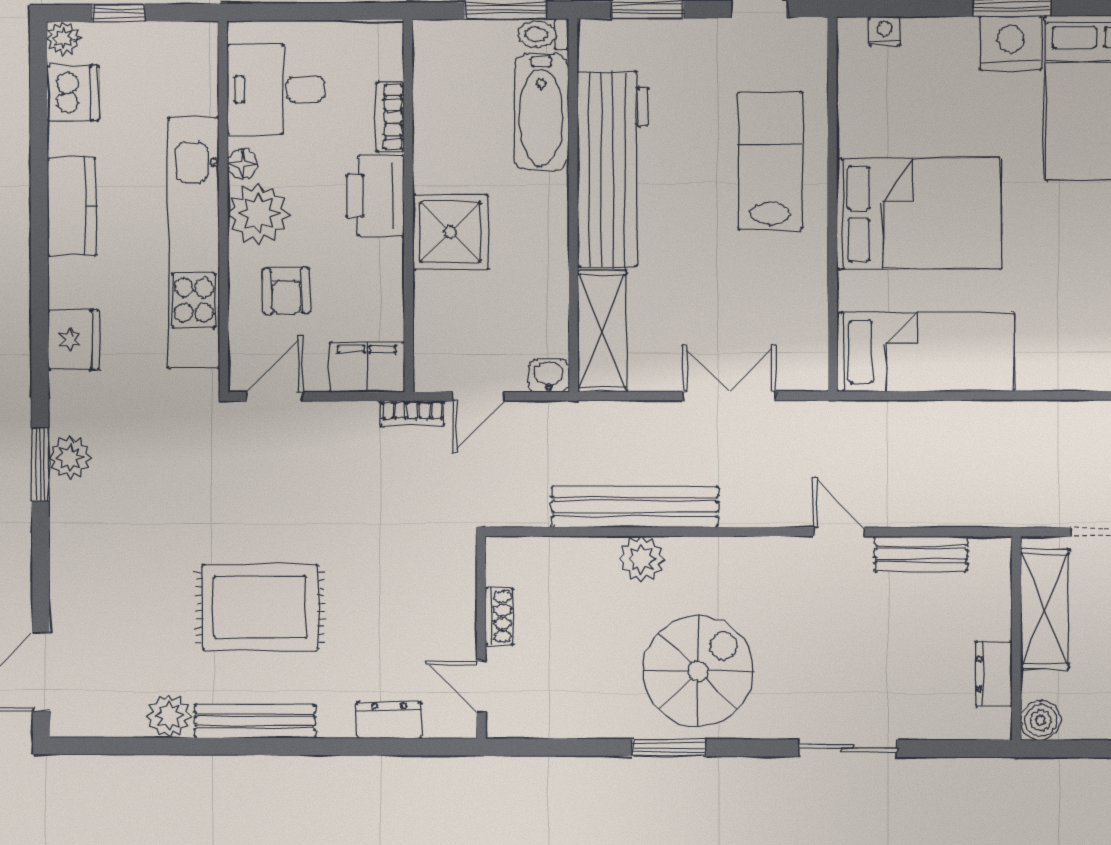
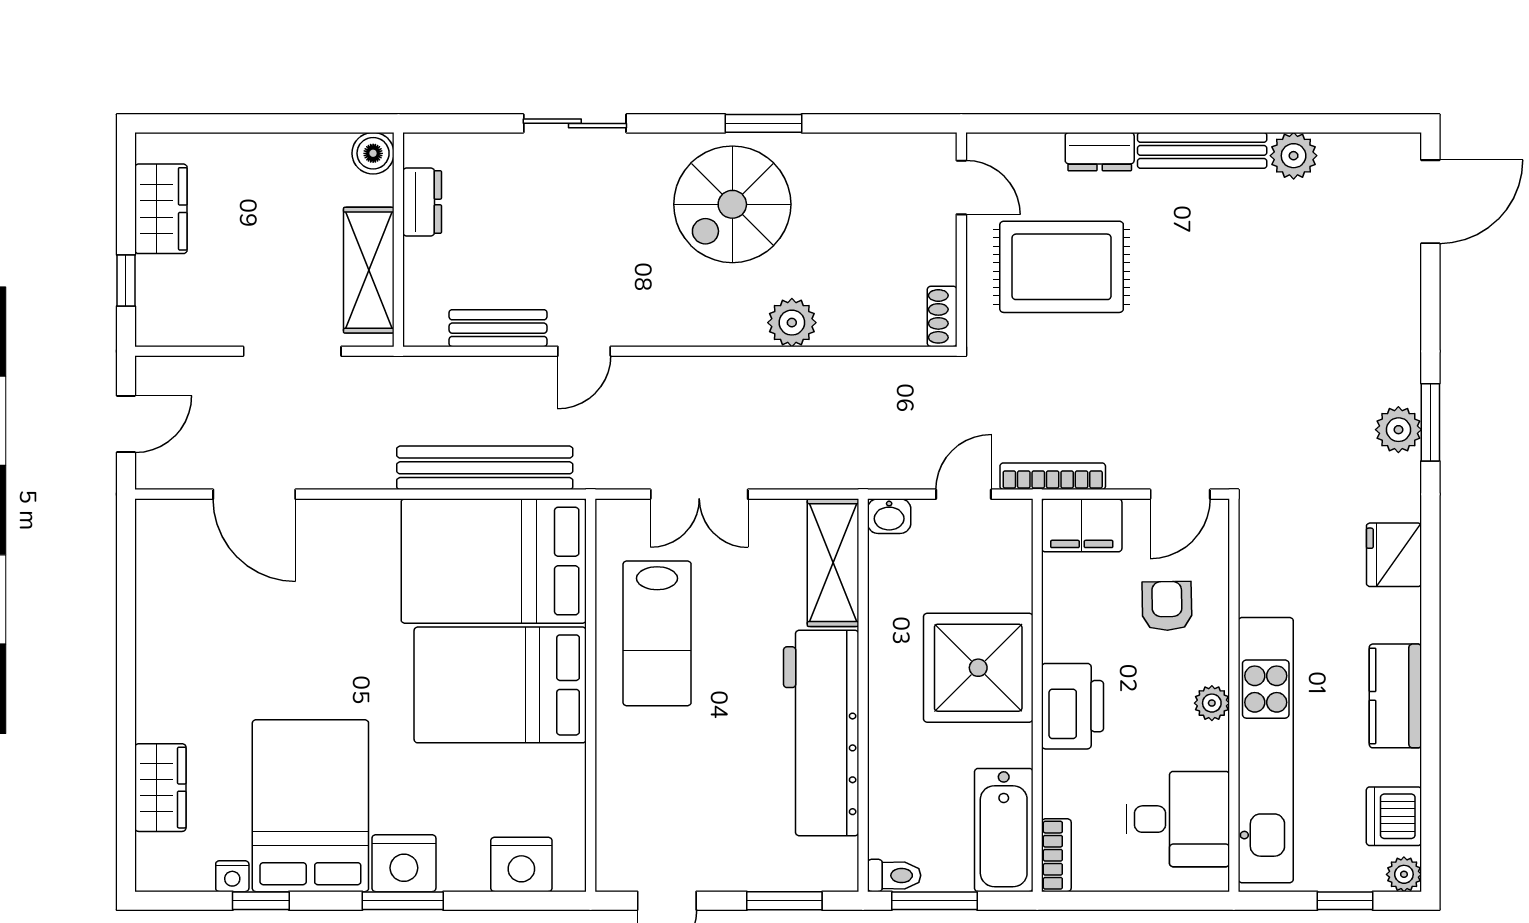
nightstand: (885, 31) -> (521, 864), width x1.89, depth x1.79
bathtub: (541, 112) -> (1004, 830), moved, turned 180
bookcase: (390, 117) -> (1056, 855), moved
lab bench: (770, 161) -> (657, 633), moved
floor lamp: (242, 164) -> (1213, 740), removed
plant: (258, 214) -> (1212, 703), width x0.53, depth x0.53
shower: (450, 232) -> (978, 668), width x1.37, depth x1.37
kitchen unit: (194, 243) -> (1266, 750), moved
bed: (925, 352) -> (494, 561), width x1.50
bookcase: (412, 413) -> (1053, 476), width x1.56
bench: (635, 507) -> (485, 468), moved
door: (839, 532) -> (584, 351), hinge flipped
rug: (260, 607) -> (1062, 267), moved
shoe rack: (499, 617) -> (942, 316), moved
dresser: (389, 720) -> (1100, 152), moved

